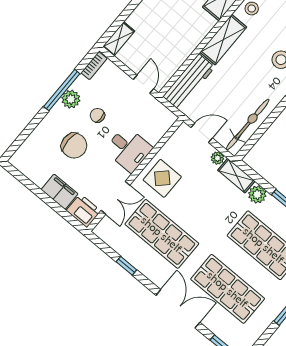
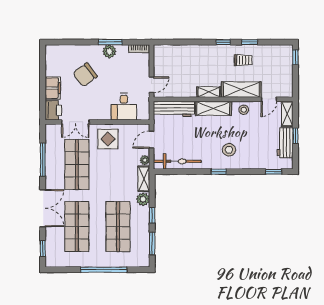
shelving: (119, 39) -> (209, 92), moved
window: (62, 90) -> (110, 42), width x0.69
chair: (97, 115) -> (113, 74), removed
door: (202, 133) -> (151, 140), swing flipped
chair: (74, 146) -> (85, 75), turned 53
desk: (128, 149) -> (124, 107), moved
window: (126, 266) -> (43, 160), width x2.17

